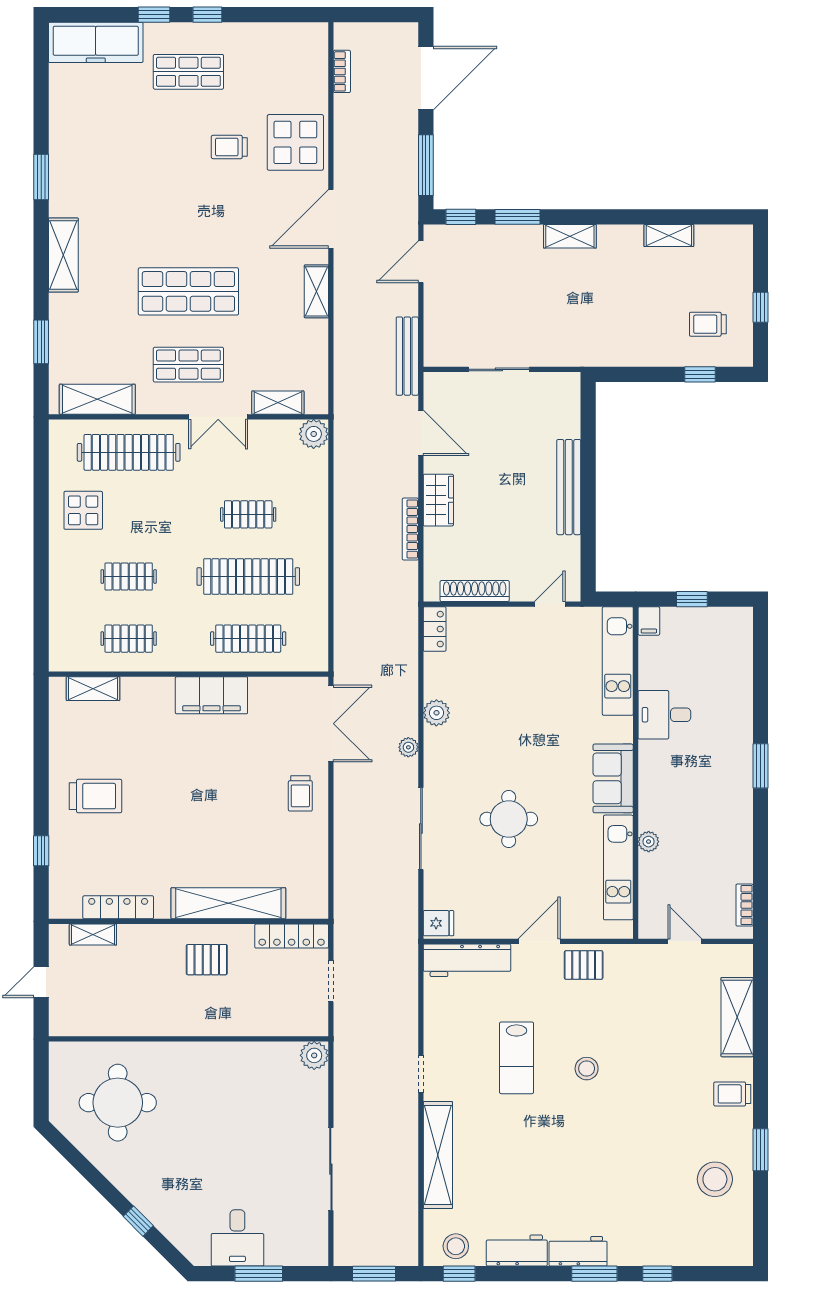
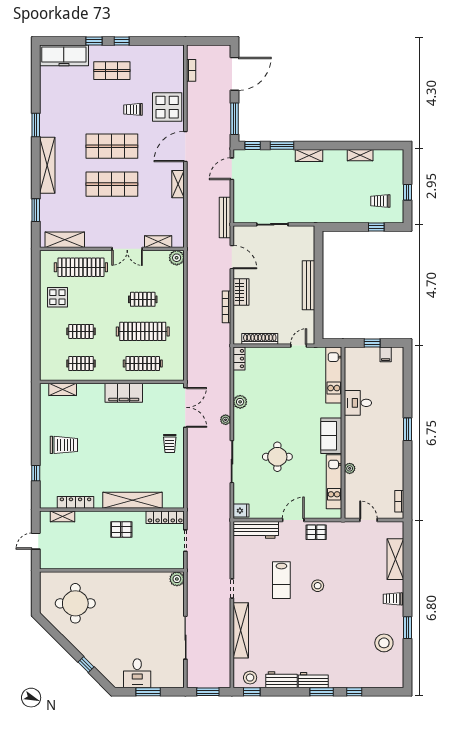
shelving: (63, 255) -> (47, 165), width x1.47
shop shelf: (188, 365) -> (112, 146), moved, width x1.43, depth x1.36
filing cabinet: (649, 621) -> (386, 354), moved

